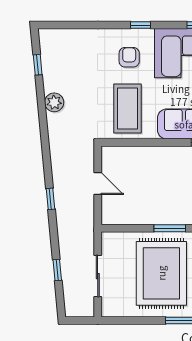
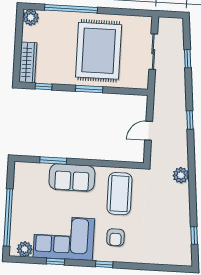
plant: (54, 102) -> (181, 175), moved
door: (98, 184) -> (149, 131), hinge flipped

